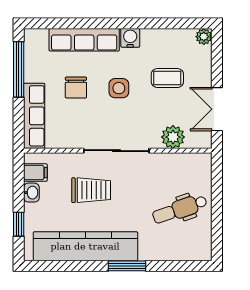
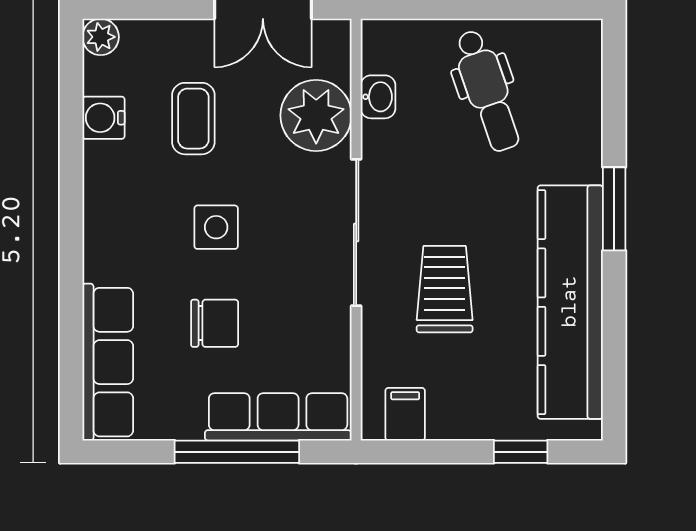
water cooler: (130, 38) -> (103, 118), moved
row of seats: (84, 40) -> (108, 362), moved
window: (19, 69) -> (237, 452), moved
plant: (173, 137) -> (316, 115), width x1.36, depth x1.36
washbasin: (31, 193) -> (378, 97), moved, turned 90

